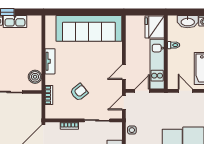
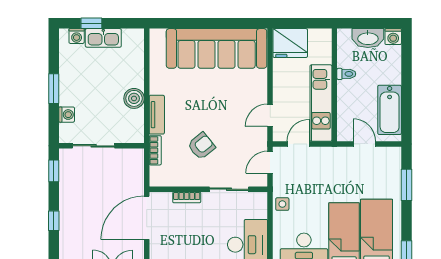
fridge: (155, 27) -> (290, 43), moved, turned -90
tv unit: (50, 61) -> (157, 115), moved
boiler: (35, 77) -> (134, 98), moved

